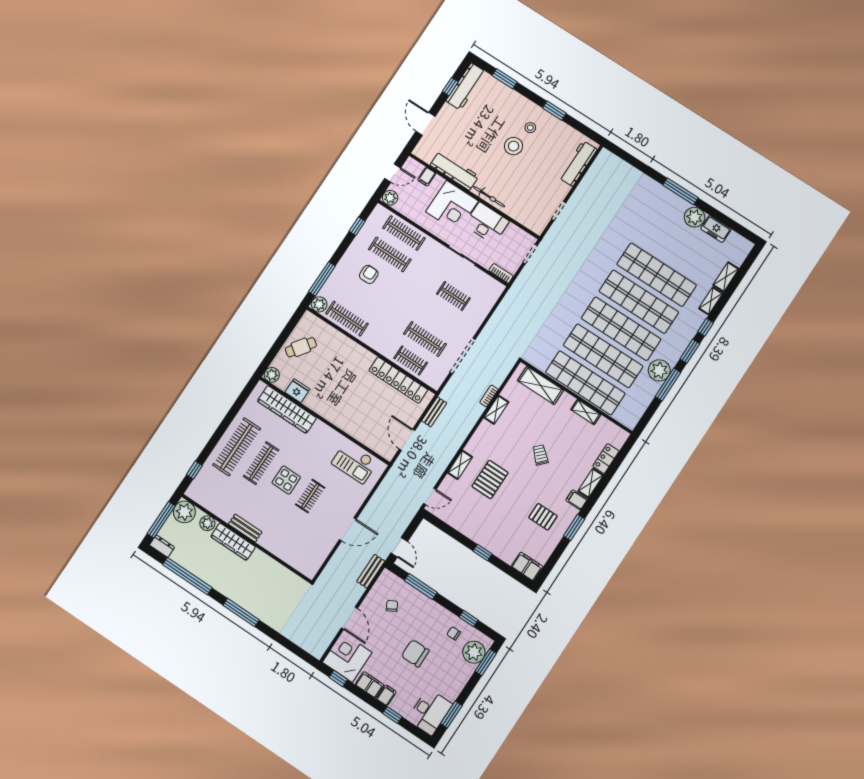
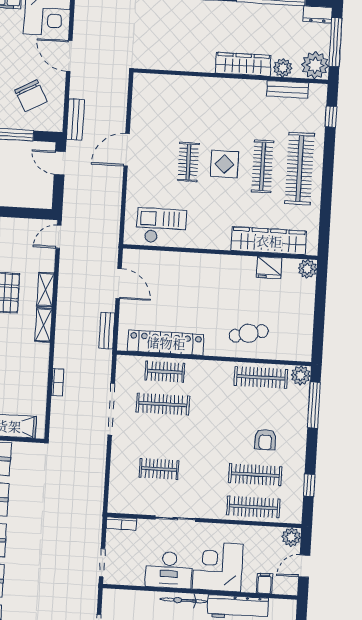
cafe table: (301, 347) -> (249, 333), moved, turned 42
shelving: (496, 410) -> (44, 325), moved
bench: (245, 528) -> (287, 89), moved
chair: (392, 606) -> (31, 96), width x1.87, depth x1.87

